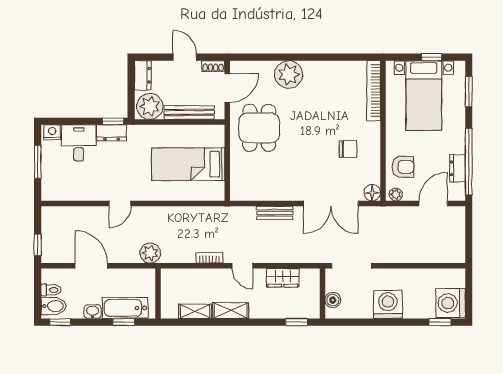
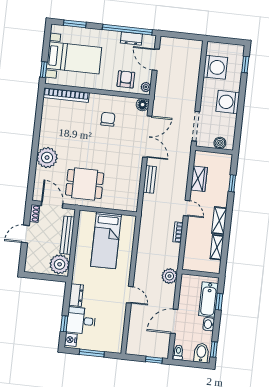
window: (432, 57) -> (44, 70), moved
dresser: (143, 75) -> (36, 267), removed
window: (113, 121) -> (64, 324), moved
door: (242, 266) -> (187, 208), hinge flipped
toilet: (51, 290) -> (178, 352), moved
washing machine: (451, 303) -> (215, 67), moved, turned -90
window: (296, 322) -> (232, 183), moved

